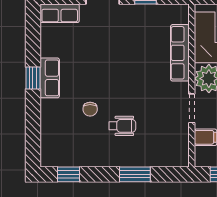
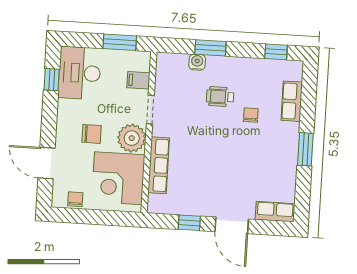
window: (33, 78) -> (305, 149), width x1.50
row of seats: (50, 78) -> (292, 101), moved
water cooler: (147, 159) -> (197, 62), added

